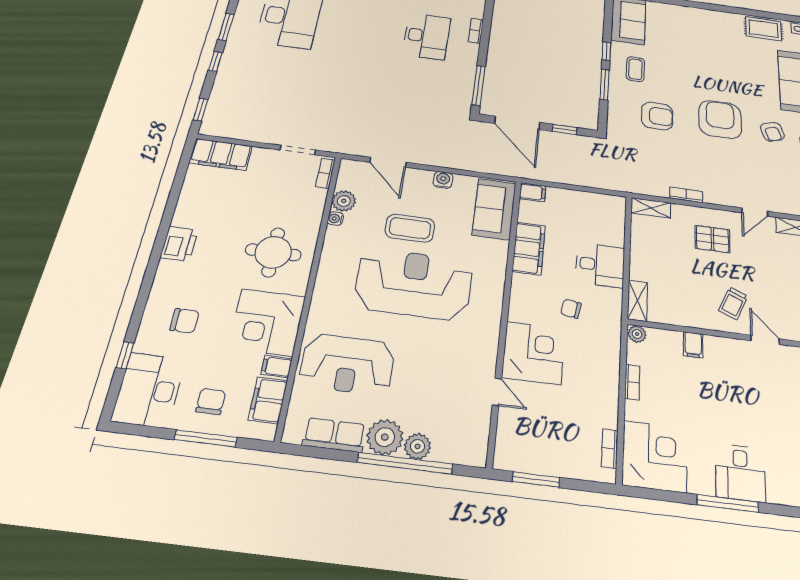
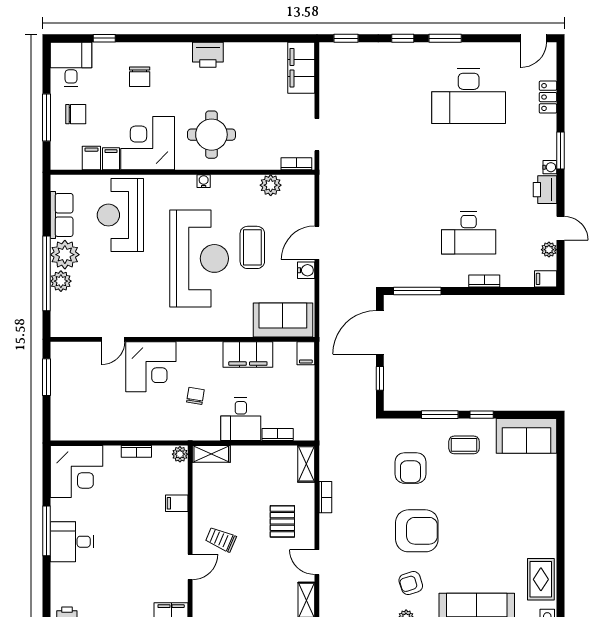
door: (388, 162) -> (317, 243), moved
water cooler: (335, 219) -> (204, 181), moved
desk: (149, 390) -> (71, 64), width x0.73
filing cabinet: (268, 400) -> (91, 158), width x0.50
bookcase: (610, 449) -> (278, 435), moved

